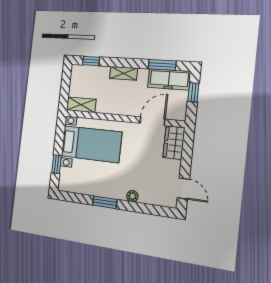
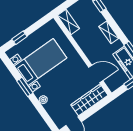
wardrobe: (174, 143) -> (89, 100), width x1.50
bed with nightstands: (91, 144) -> (41, 62), moved, turned -90

